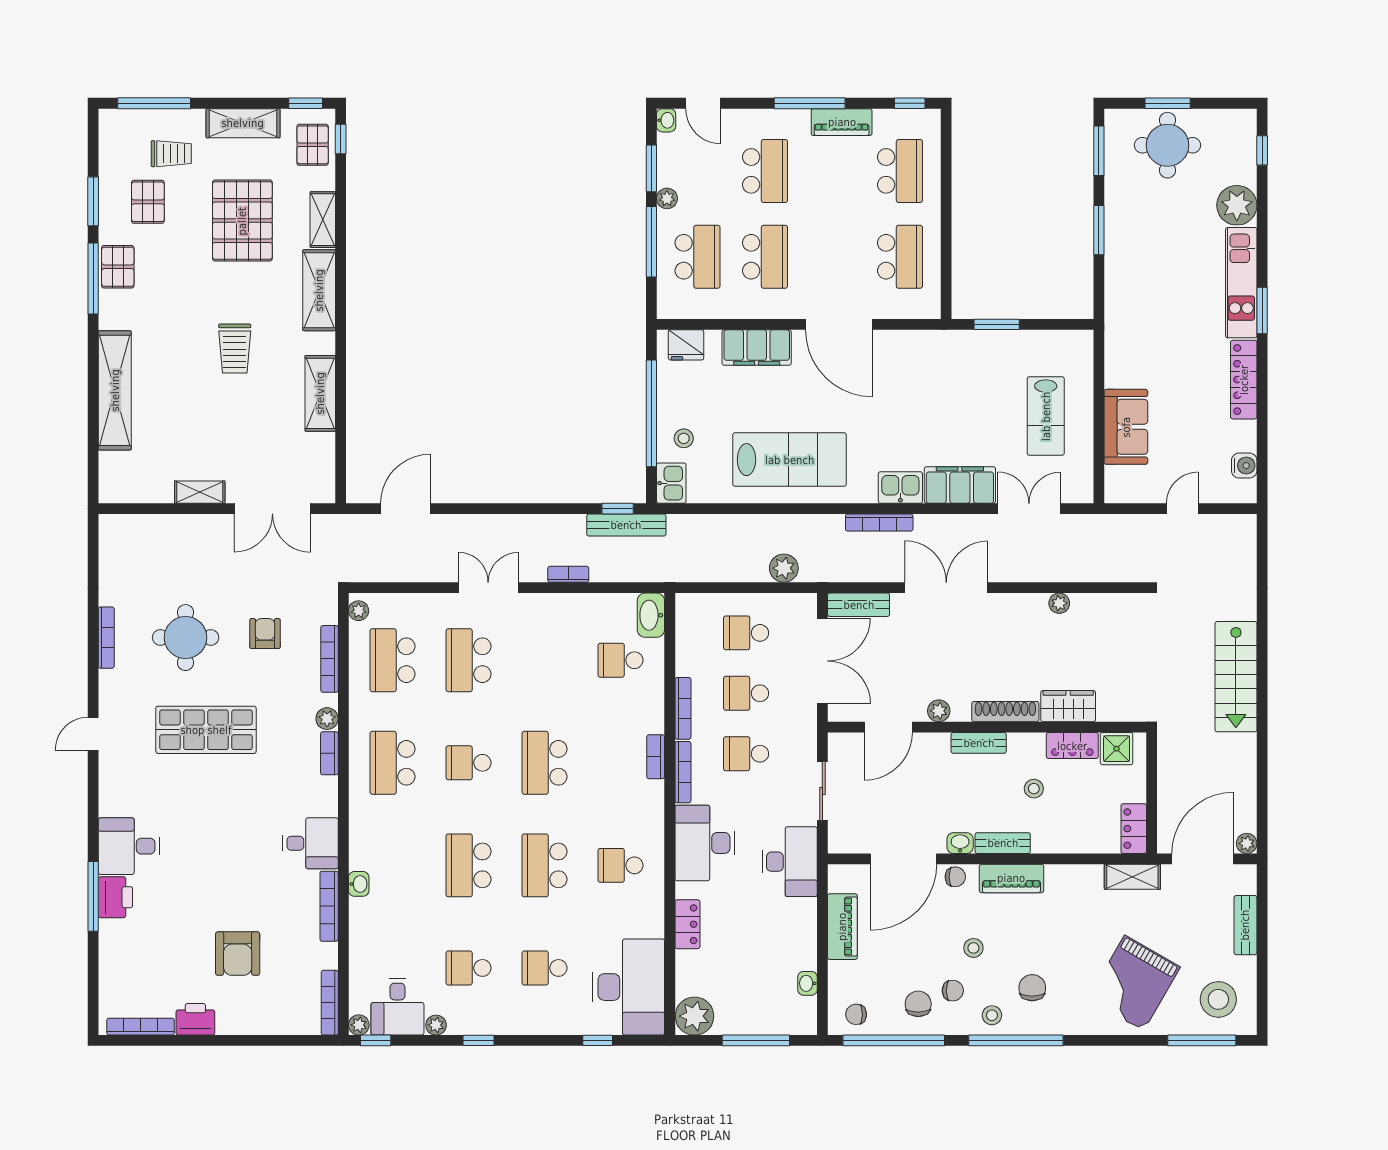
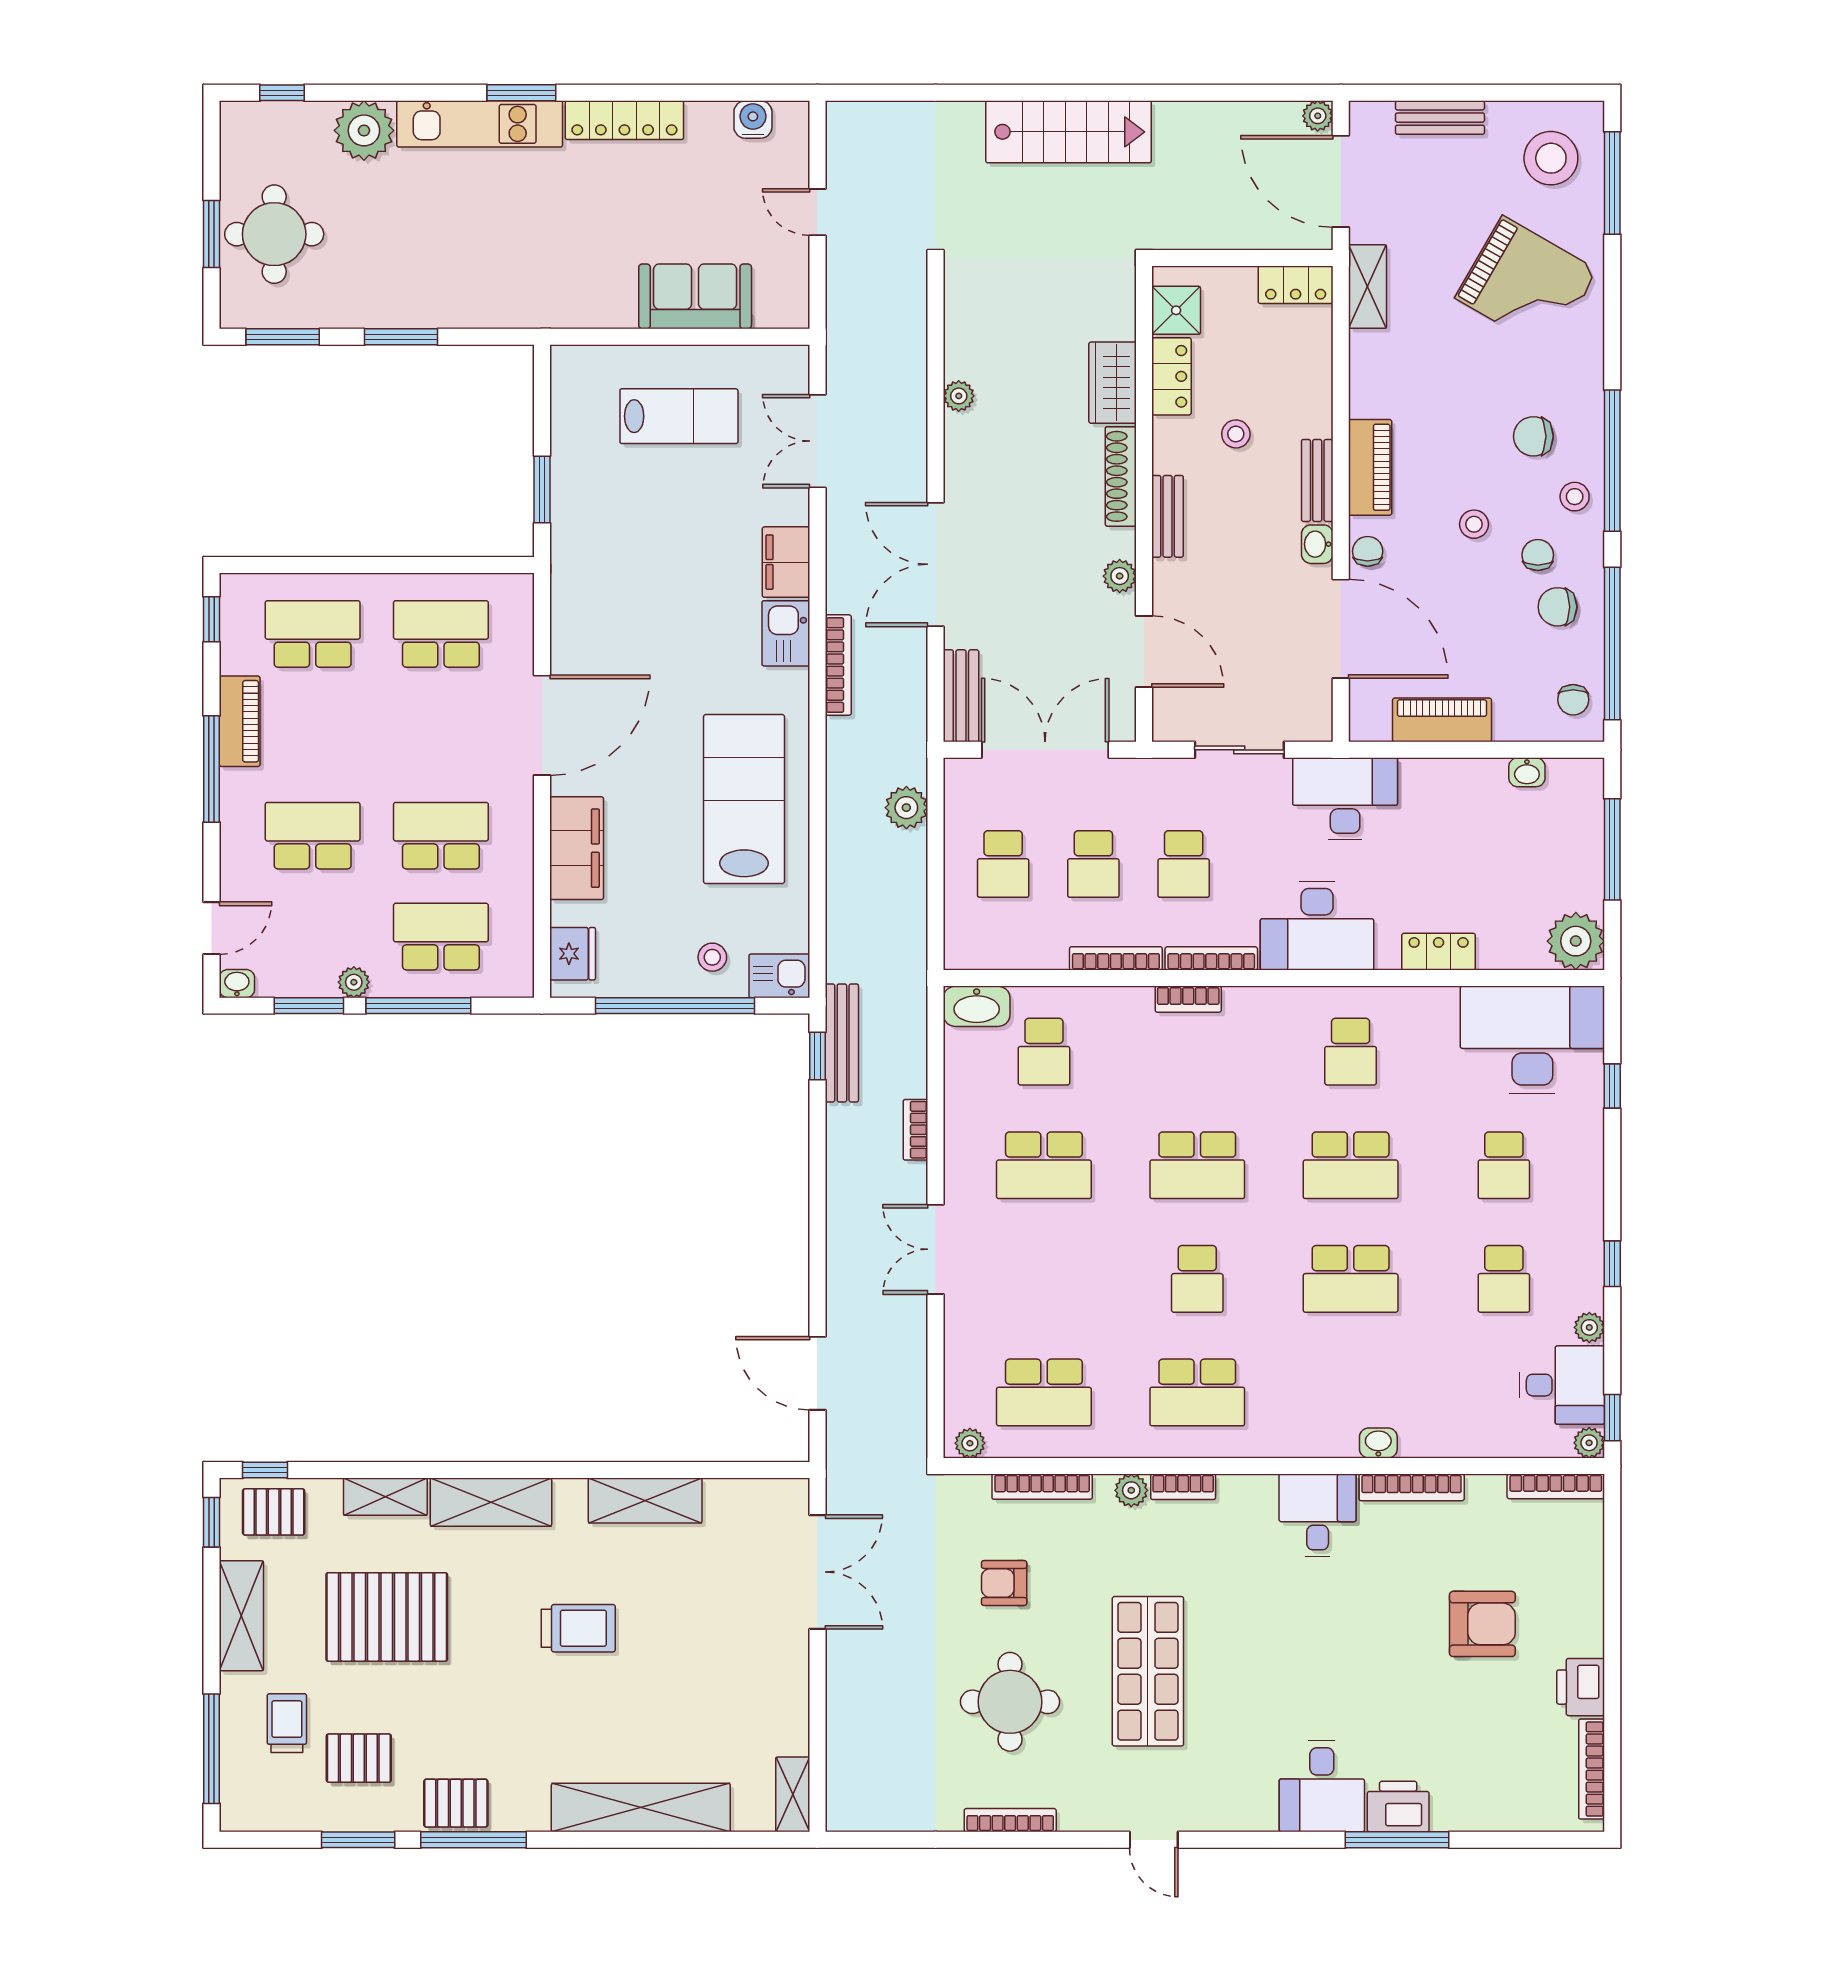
filing cabinet: (960, 485) -> (786, 562), width x0.67, depth x0.86
shelving: (200, 492) -> (793, 1794), moved
school desk: (469, 660) -> (1044, 1165), moved

